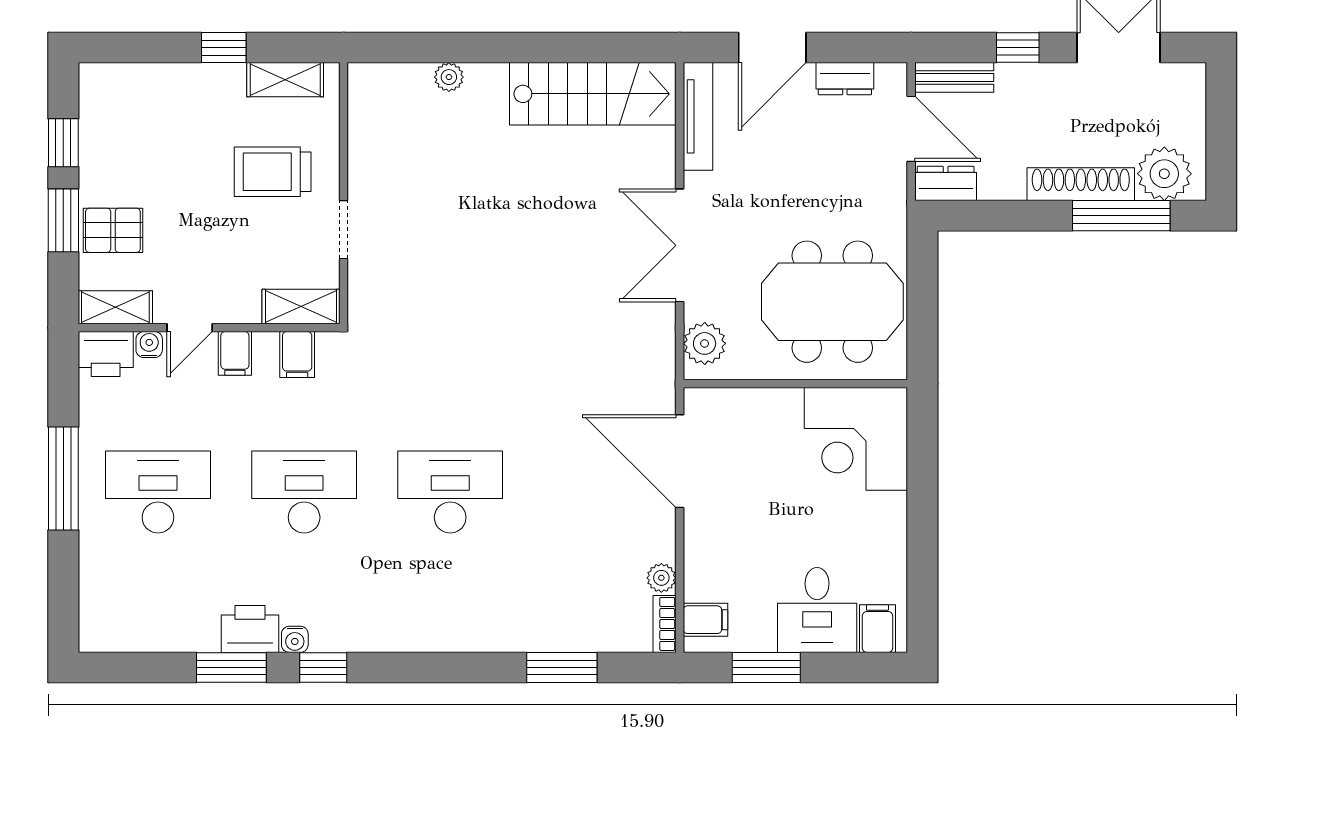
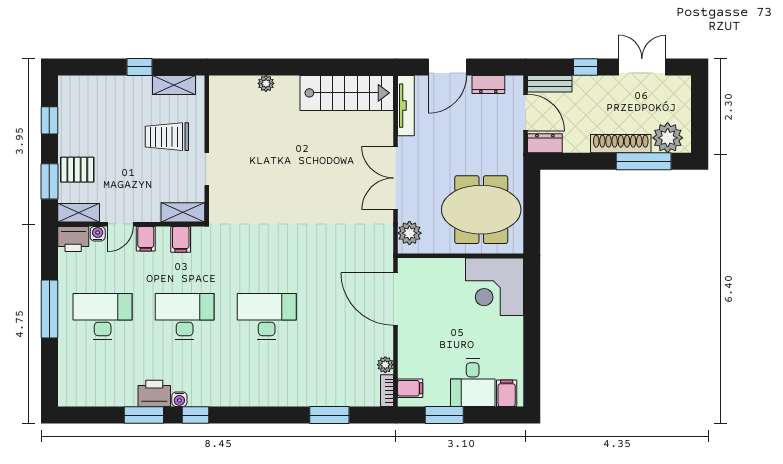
window: (63, 220) -> (49, 181), moved

